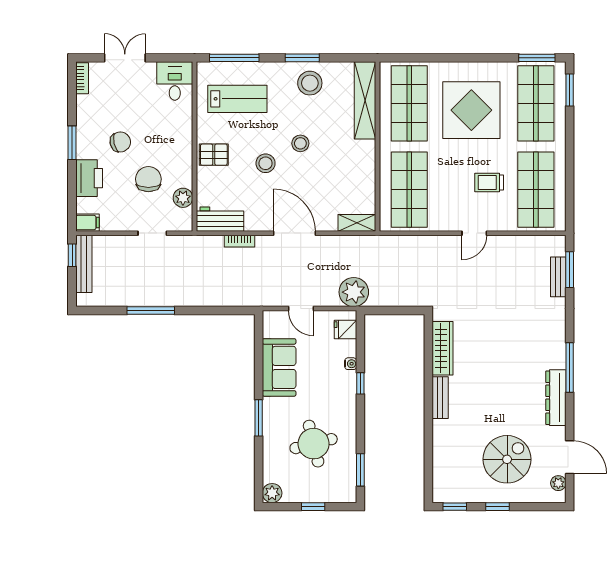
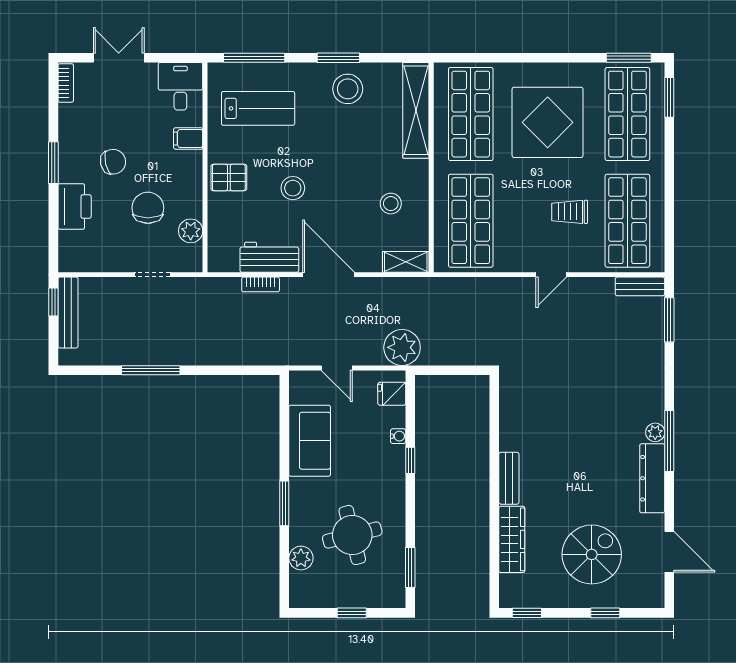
stool: (300, 143) -> (391, 204), moved
workbench: (220, 219) -> (269, 257), moved
filing cabinet: (87, 223) -> (188, 138), moved, turned 180
bench: (558, 277) -> (640, 286), moved, turned 90
wardrobe: (442, 348) -> (512, 539), moved
plant: (558, 483) -> (655, 432), moved
plant: (272, 493) -> (301, 558), moved
window: (498, 507) -> (605, 613), moved

